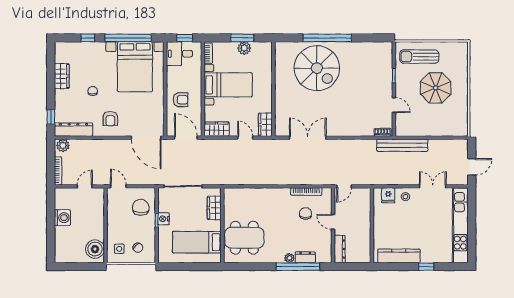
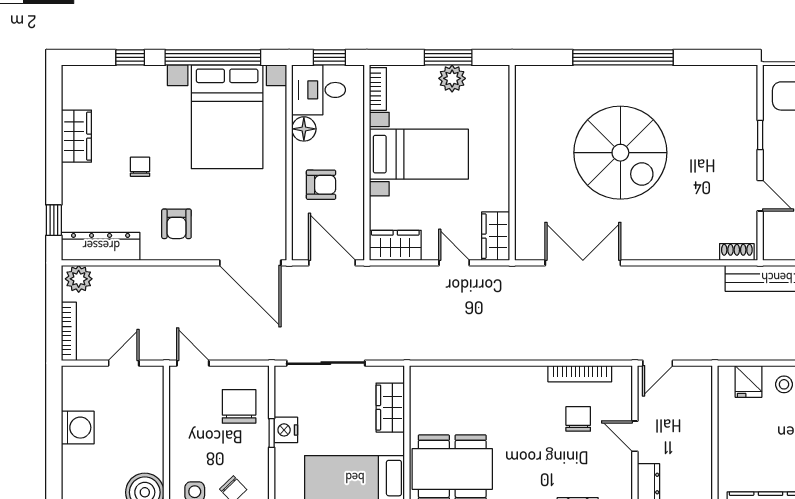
spiral stairs: (317, 68) -> (620, 153), moved
floor lamp: (172, 73) -> (304, 129), added

